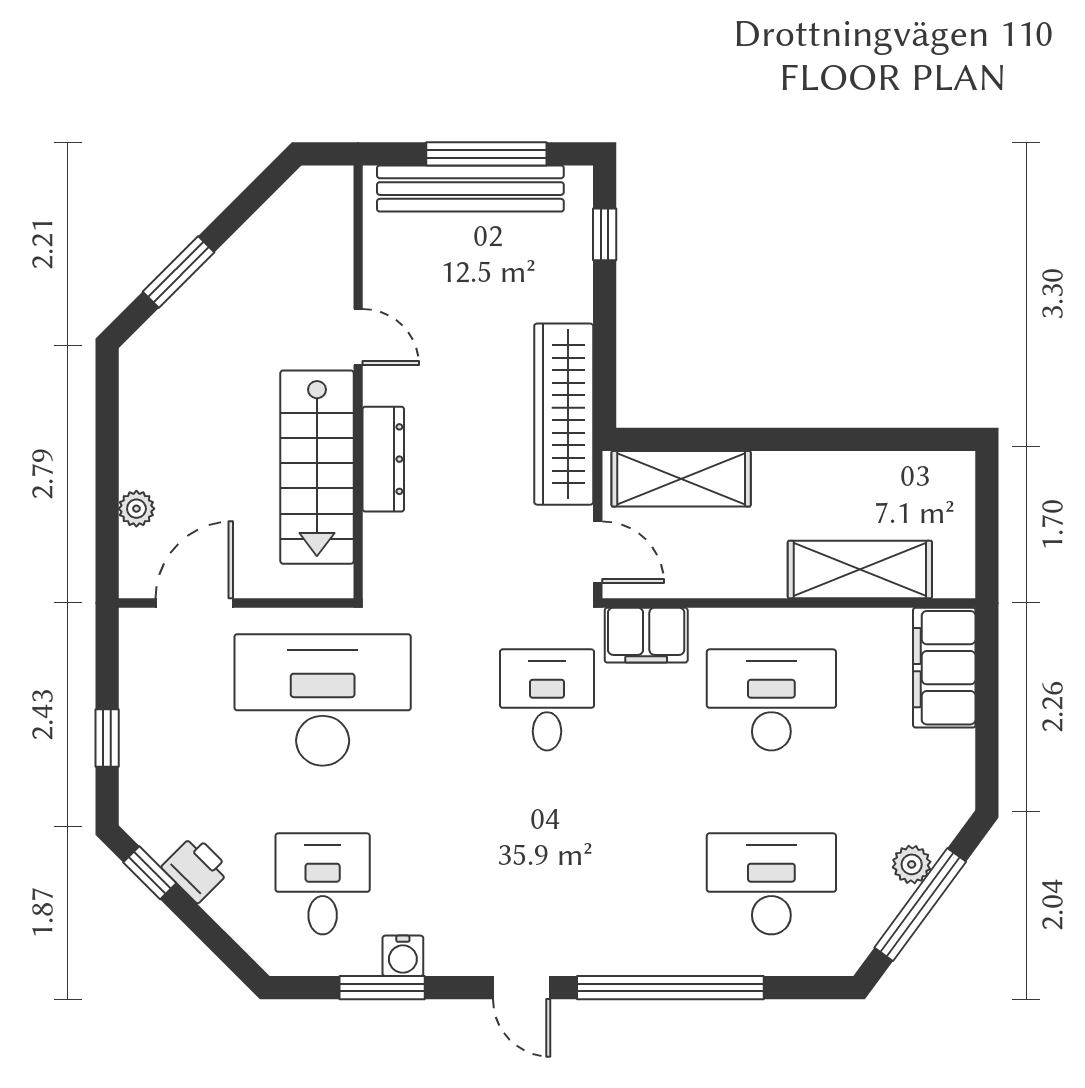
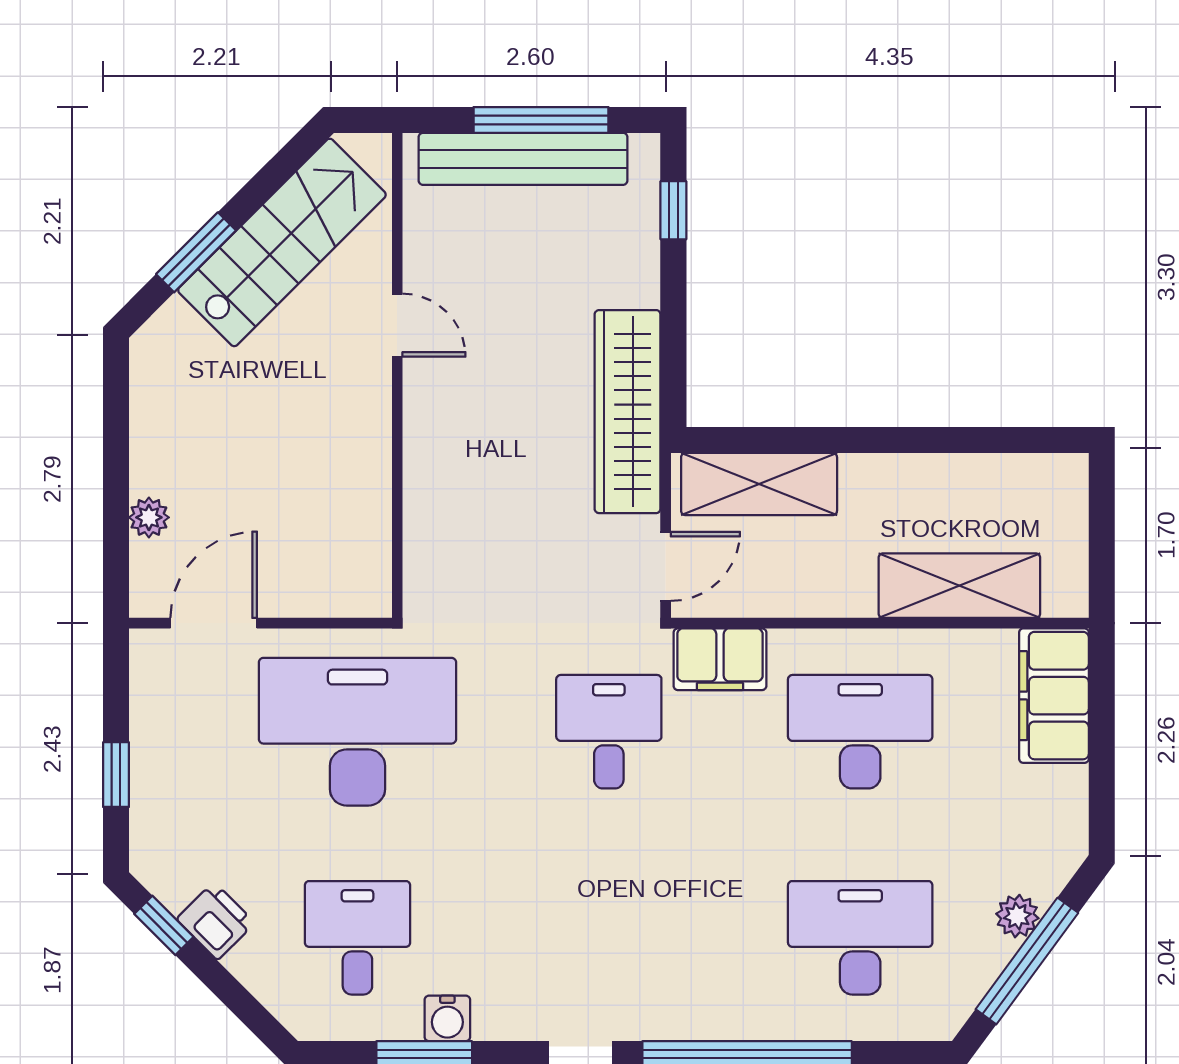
dresser: (383, 459) -> (425, 462), removed
stairs: (317, 467) -> (282, 242), moved, turned -135
door: (598, 552) -> (666, 566), hinge flipped

